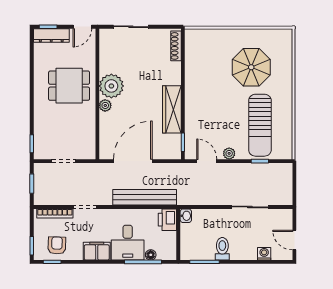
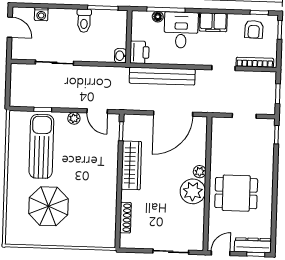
shoe rack: (176, 46) -> (126, 218), moved

